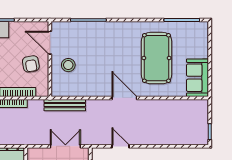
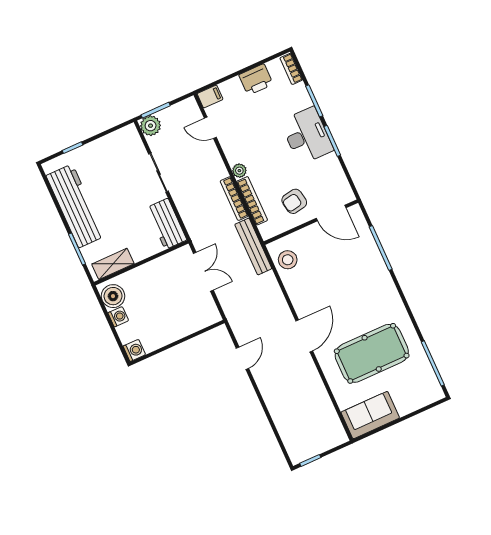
door: (50, 43) -> (331, 213), swing flipped
stool: (68, 65) -> (288, 260), moved
bench: (65, 105) -> (253, 246), moved
double door: (65, 146) -> (203, 272), moved

